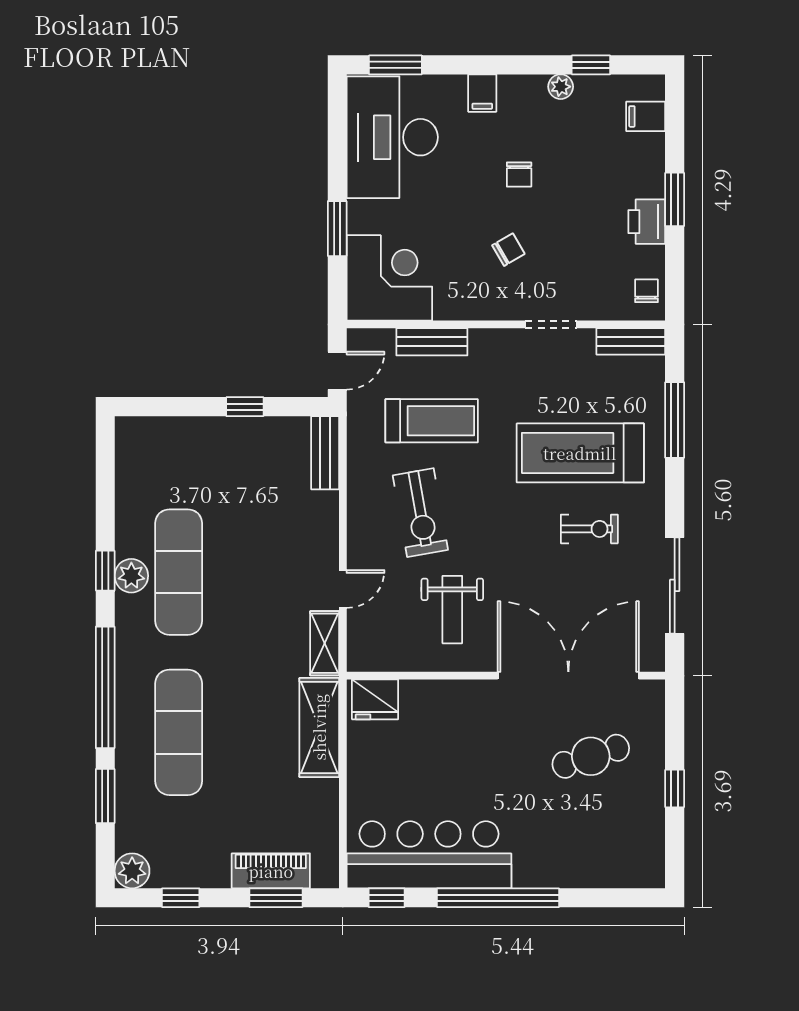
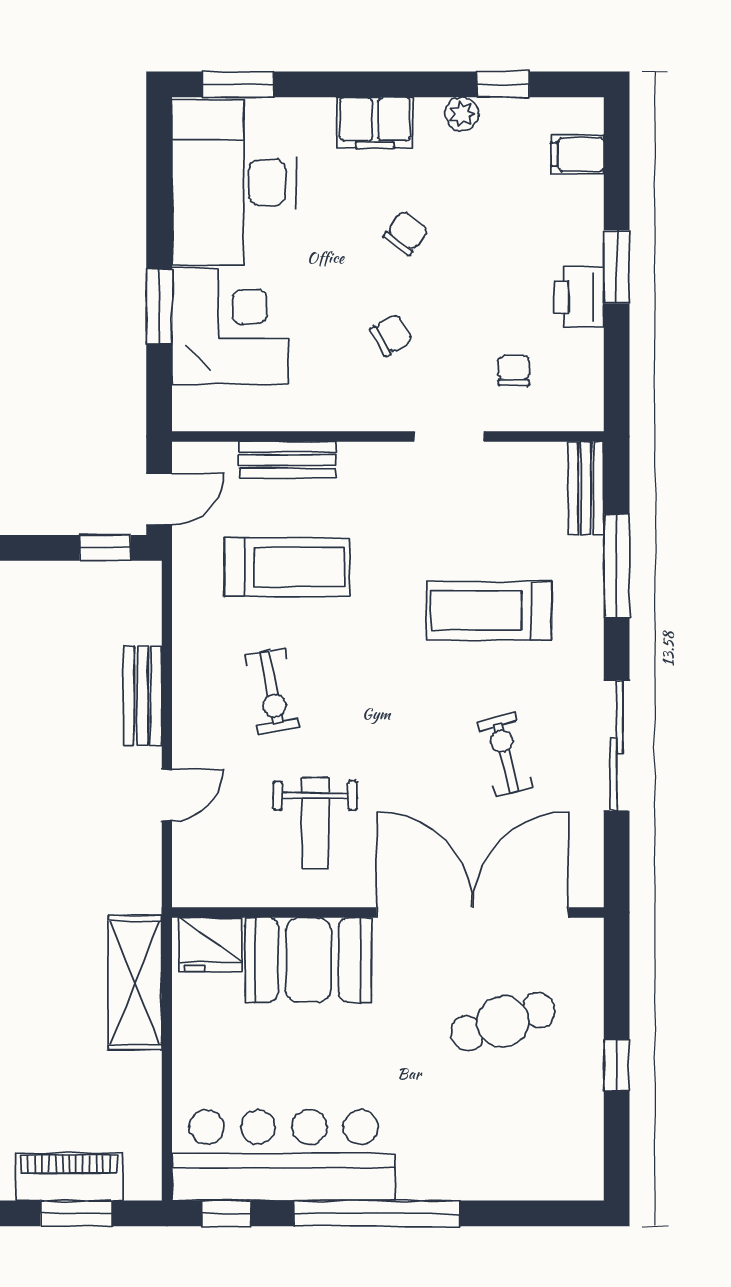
filing cabinet: (482, 93) -> (375, 123), width x2.00
chair: (519, 175) -> (406, 233), turned -143
corner desk: (389, 278) -> (230, 326), moved
chair: (647, 291) -> (514, 370), moved
bench: (631, 341) -> (586, 488), moved, turned 90
window: (245, 407) -> (105, 548), moved
bench: (325, 453) -> (143, 696), moved
treadmill: (580, 453) -> (489, 611), width x0.73, depth x0.73
exercise bike: (420, 513) -> (272, 691), width x0.73, depth x0.72
exercise bike: (589, 529) -> (505, 754), moved, turned -104
sliding door: (675, 585) -> (617, 746), moved
shelving: (325, 643) -> (142, 869), removed
booth: (447, 711) -> (308, 960), added

